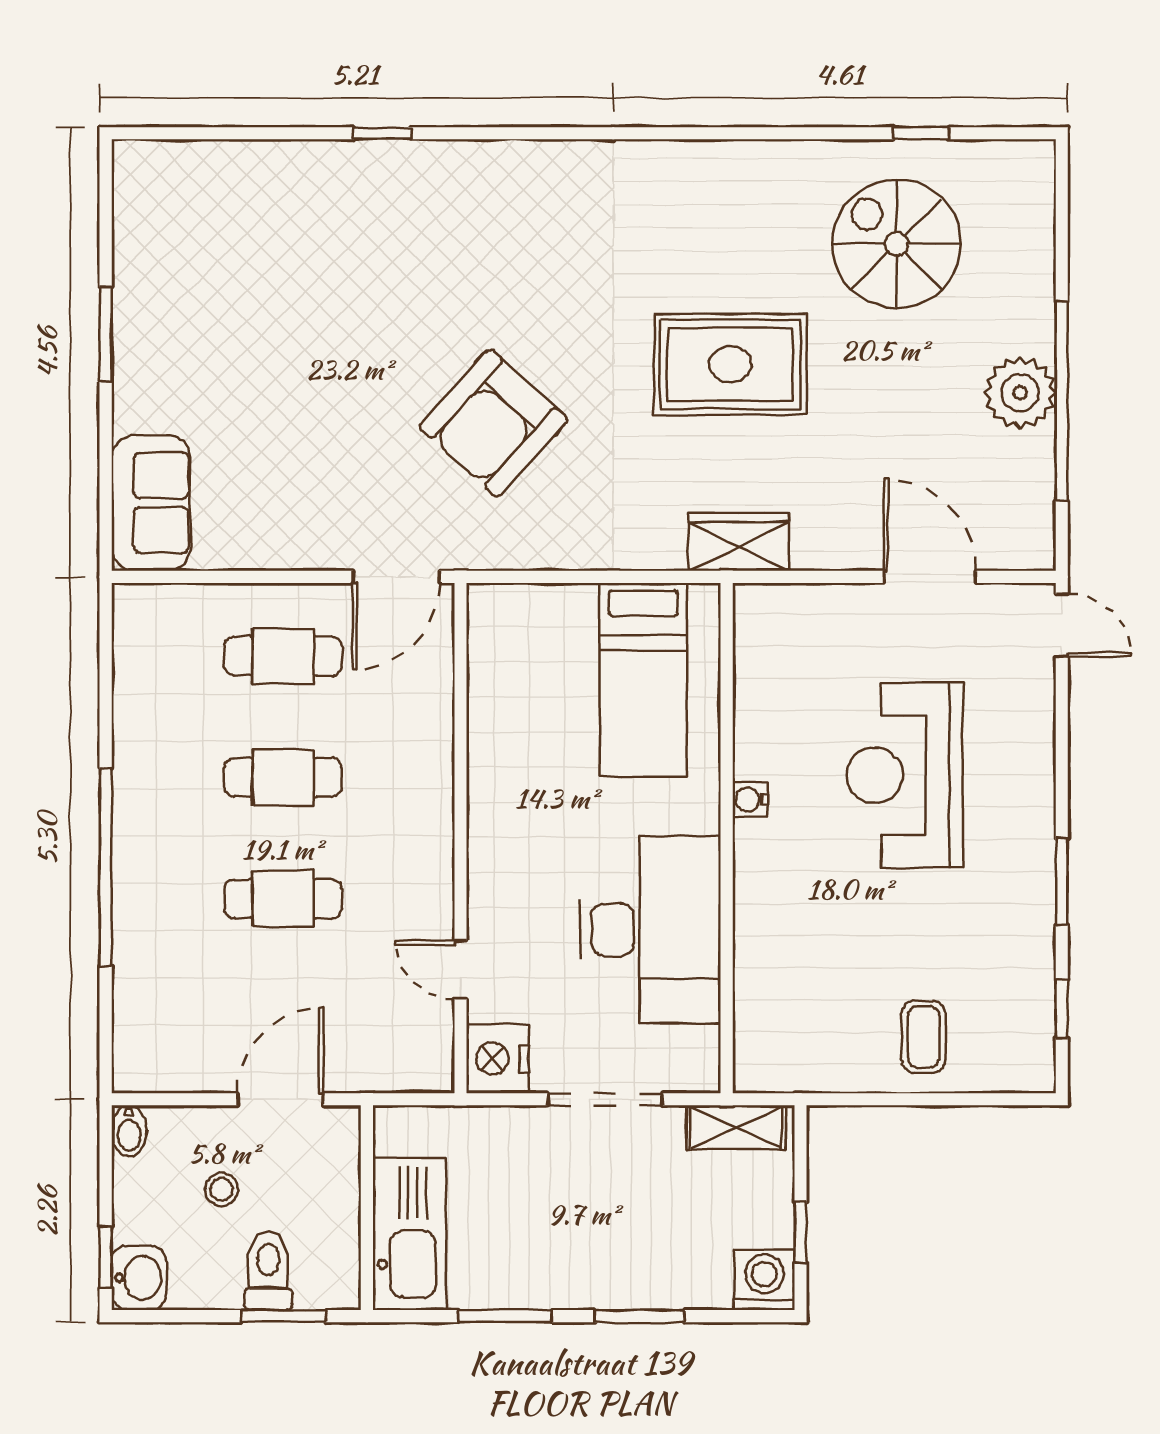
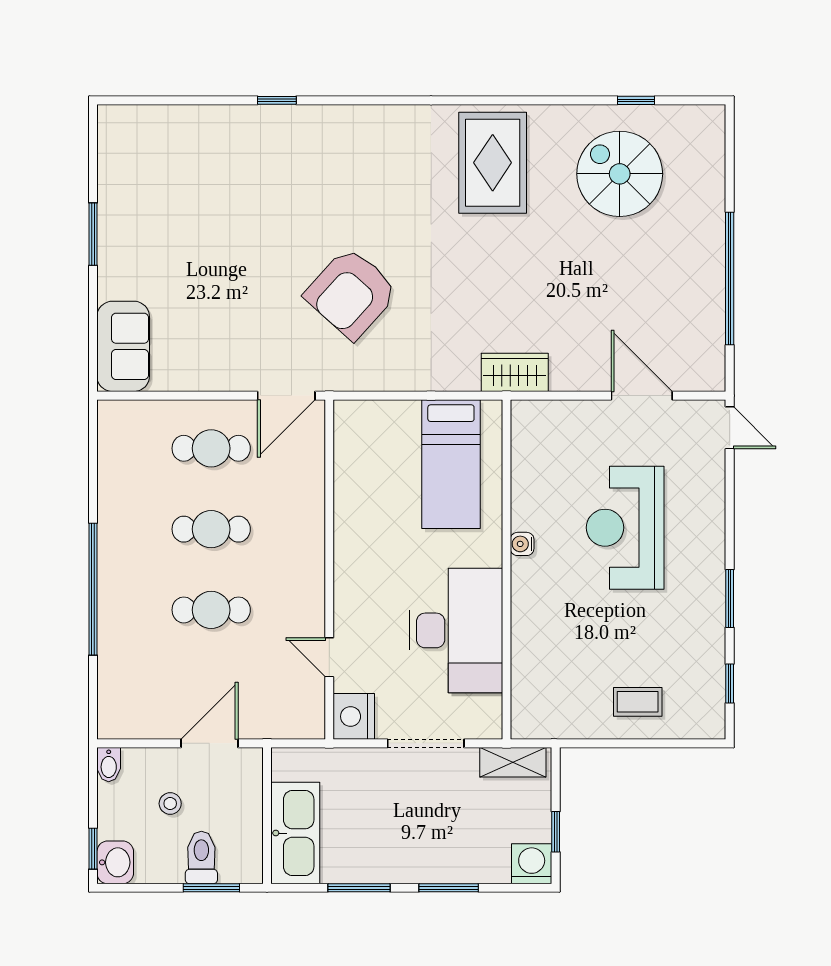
rug: (730, 364) -> (493, 163), moved, turned 90
plant: (1020, 393) -> (702, 273), removed
coffee table: (924, 1037) -> (638, 702), turned 90

